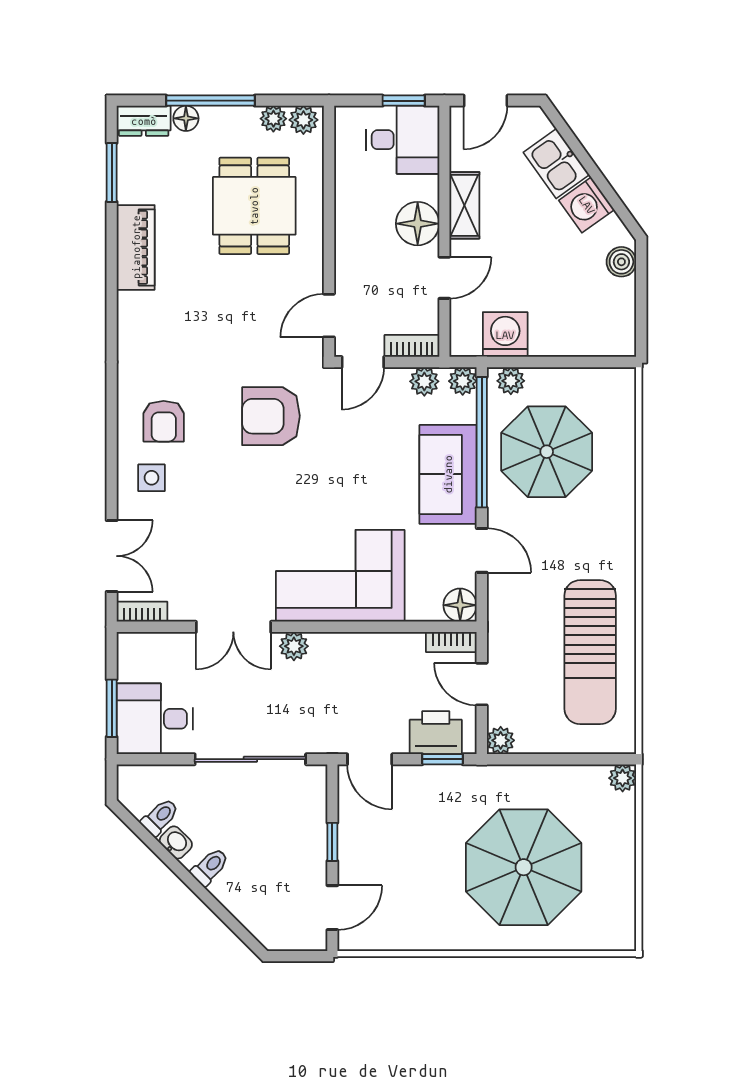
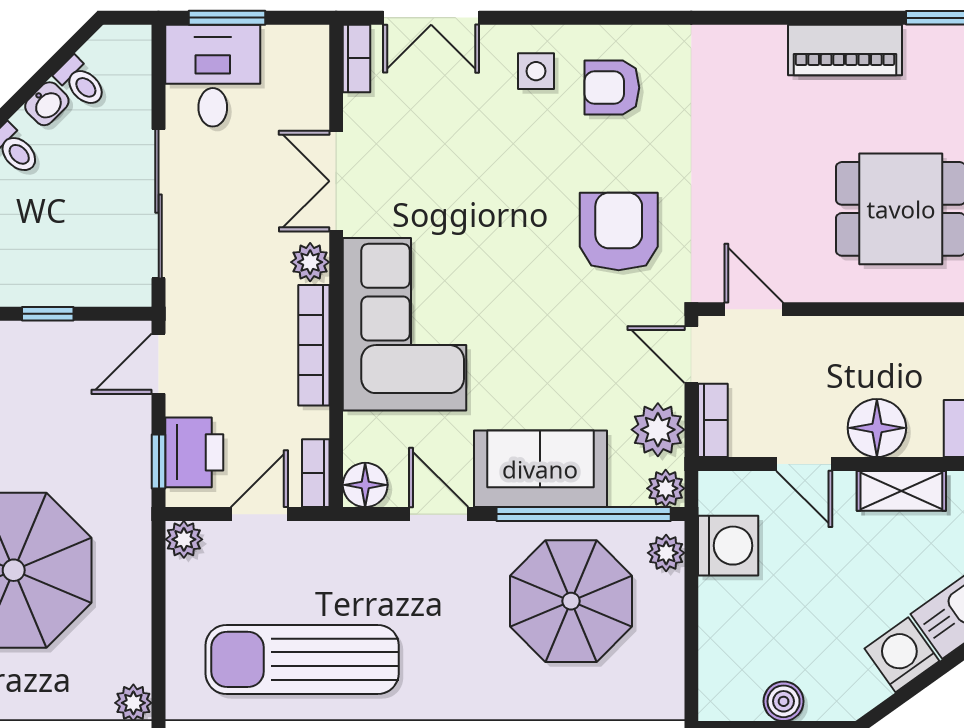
boiler: (621, 262) -> (784, 701), moved
plant: (424, 381) -> (658, 430), width x1.38, depth x1.38
door: (482, 550) -> (439, 514), swing flipped
bookcase: (356, 643) -> (314, 345), added

